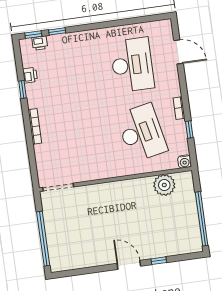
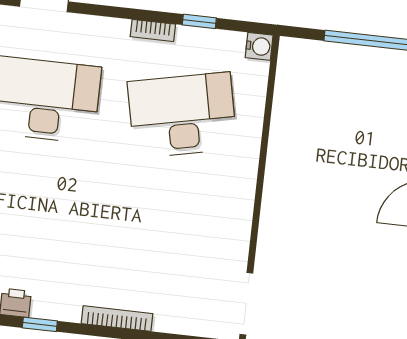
plant: (164, 185) -> (294, 97), removed

